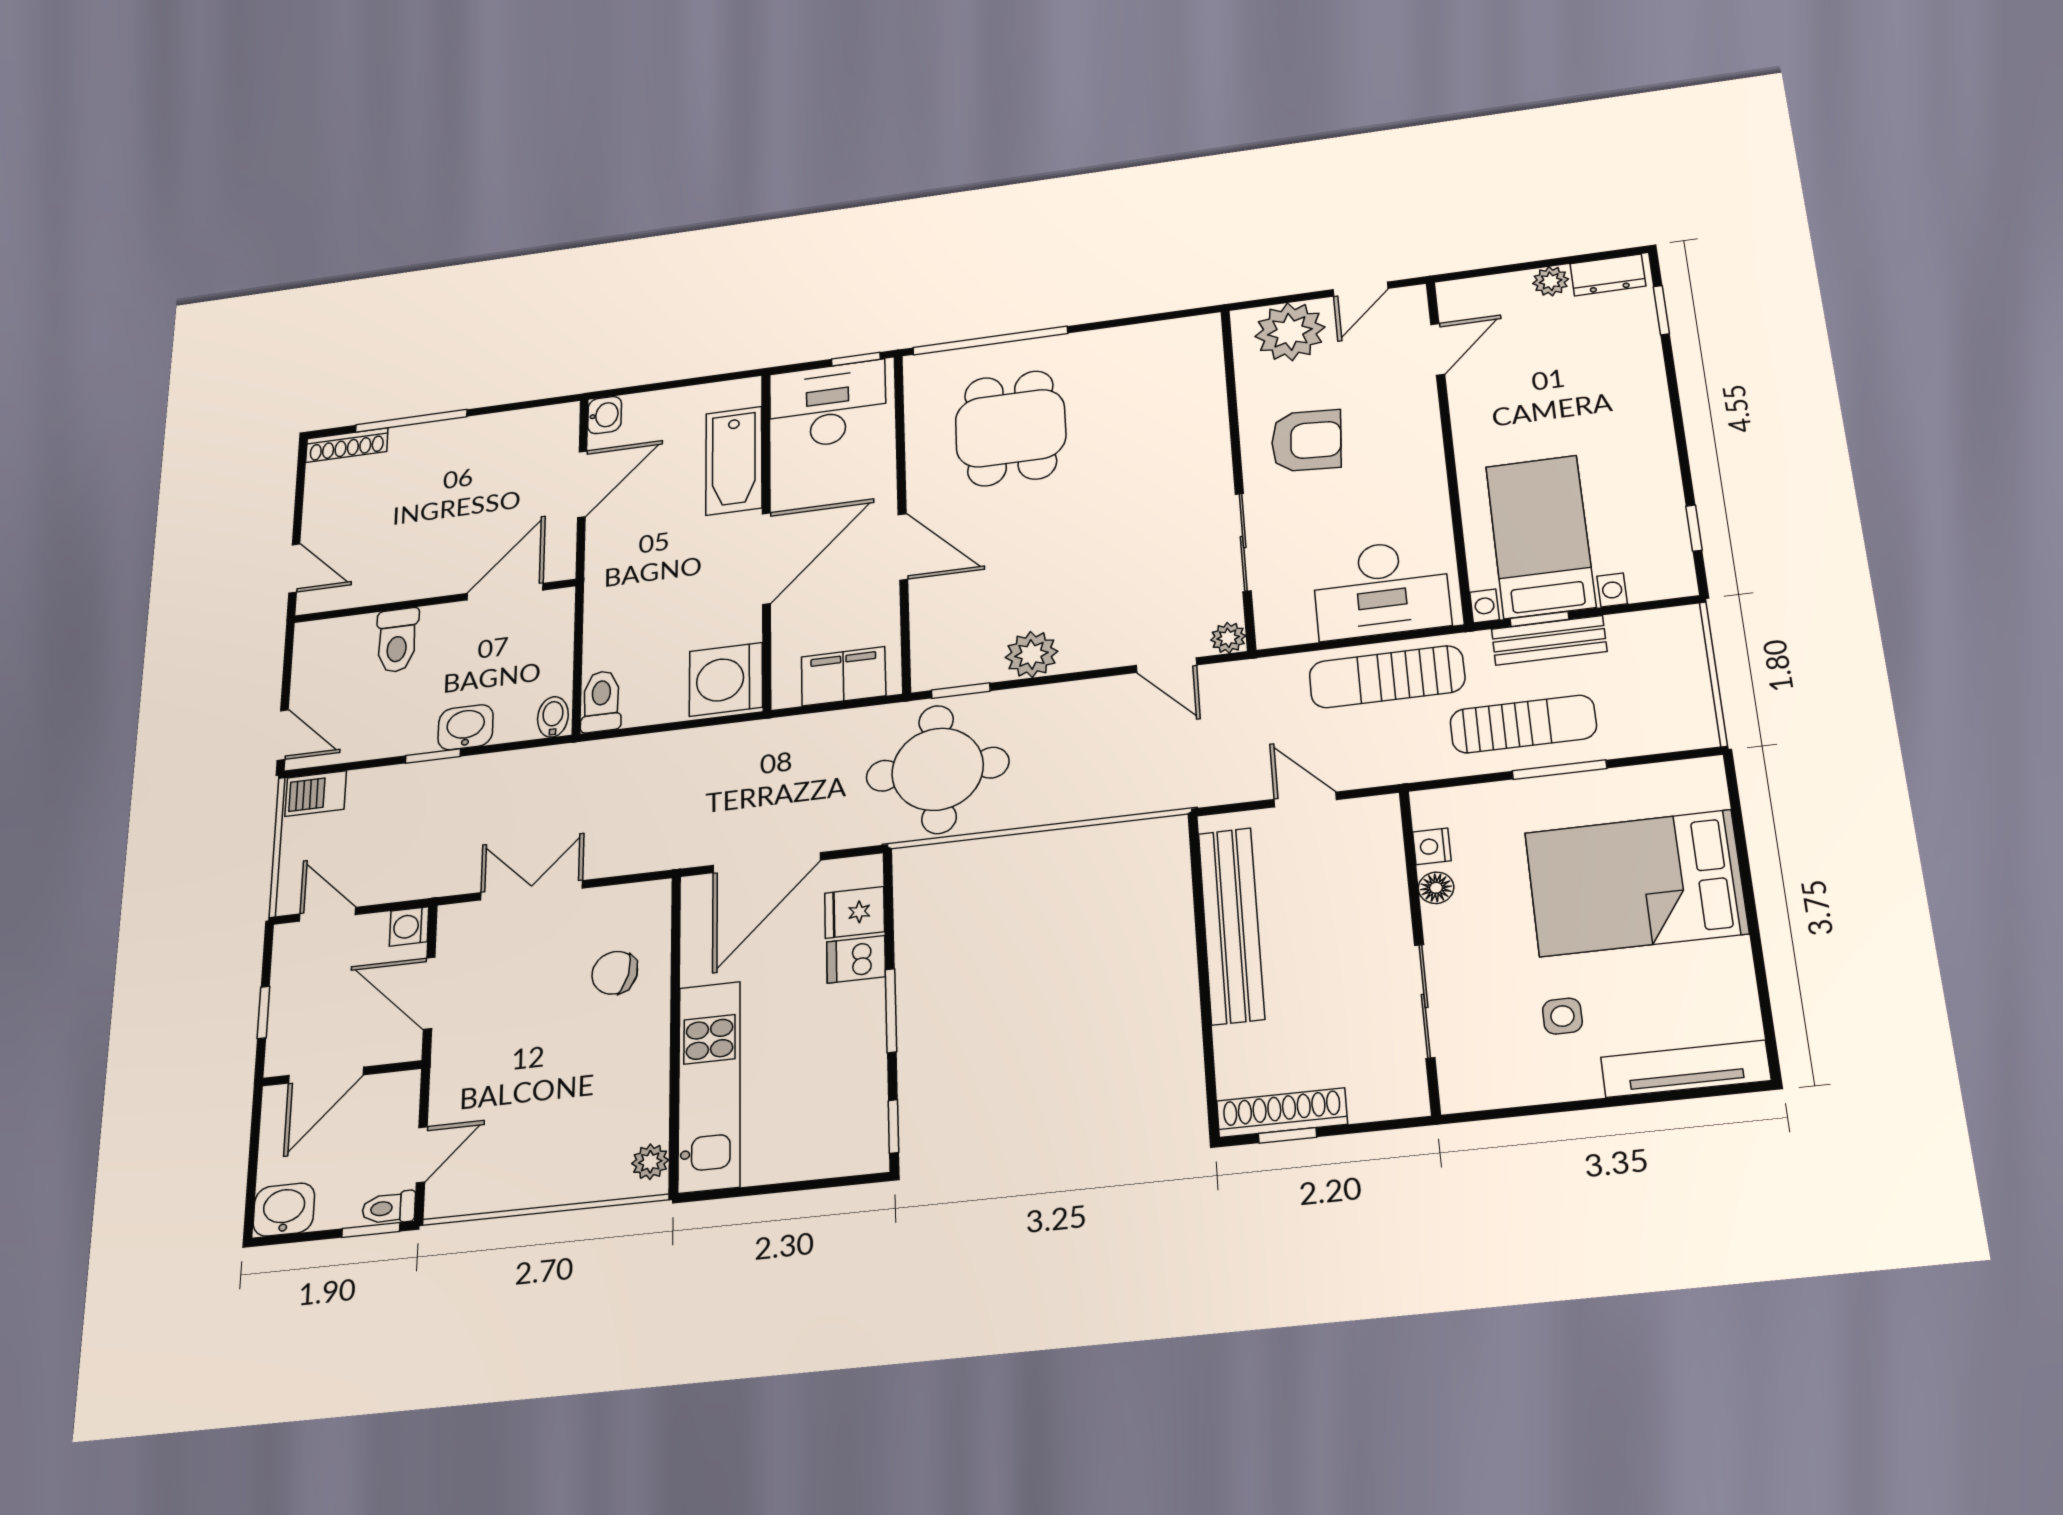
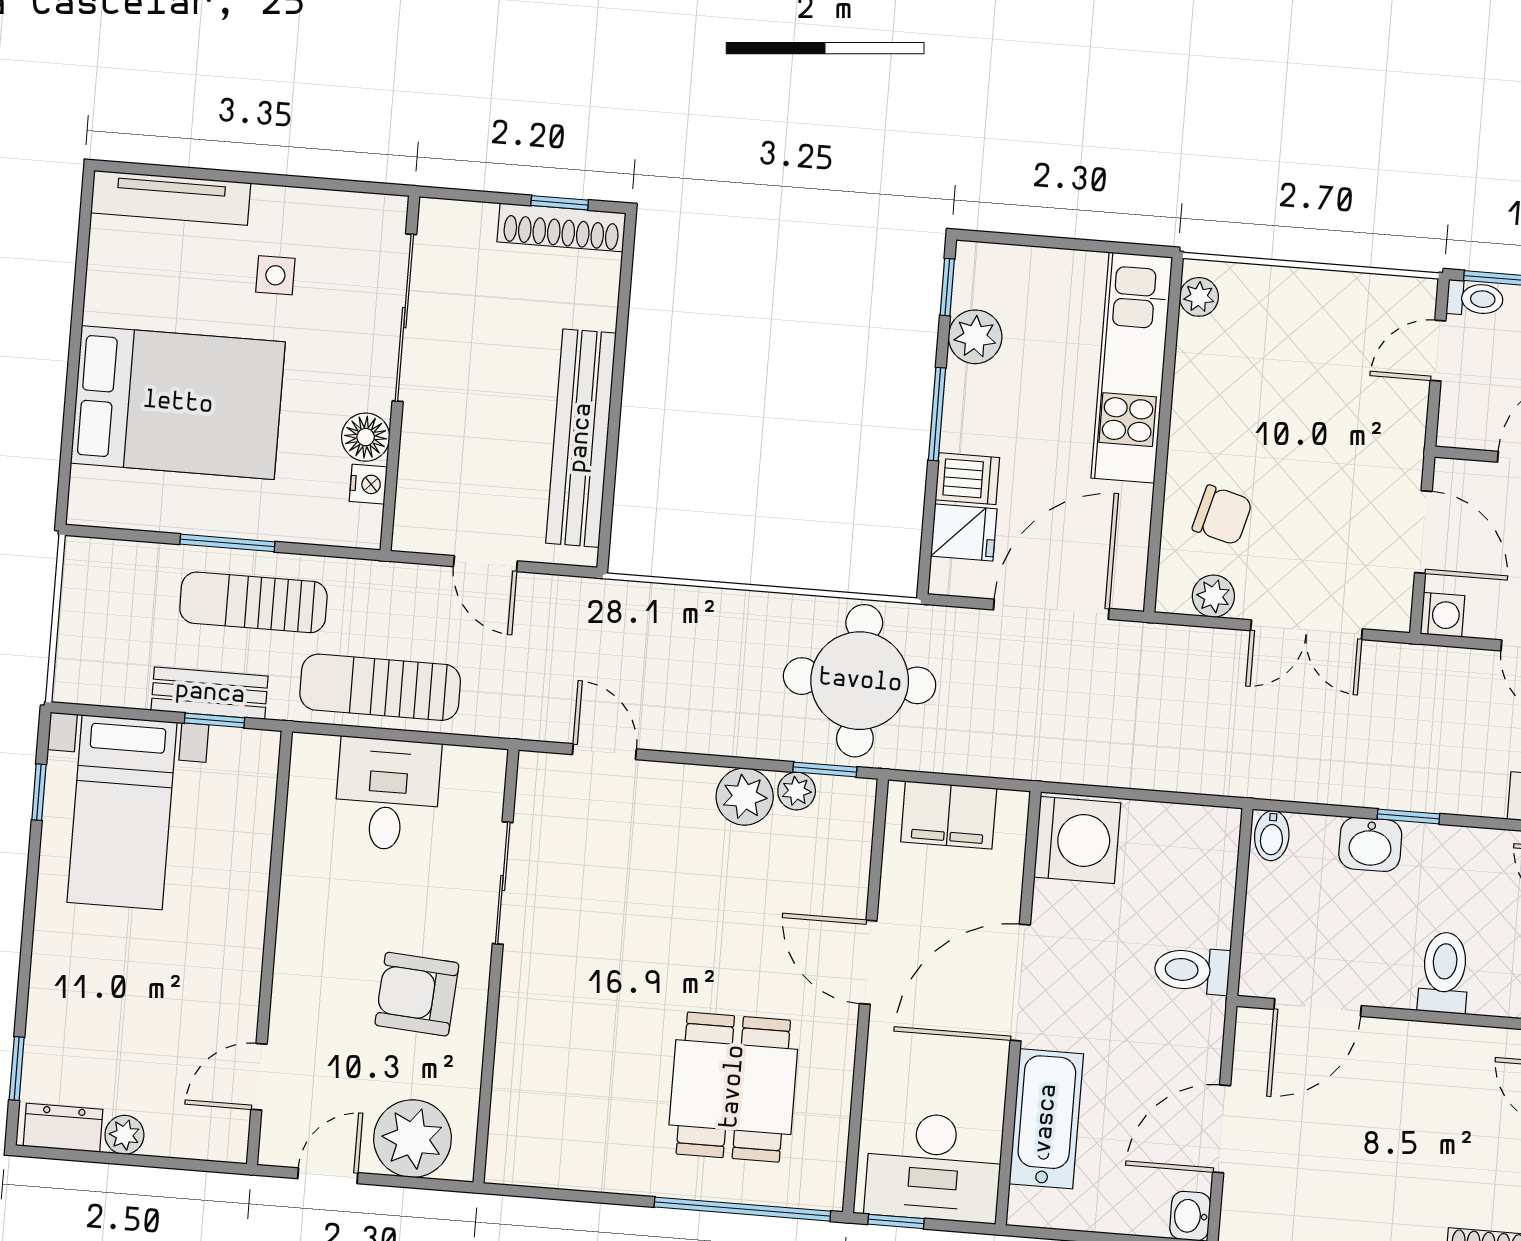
bed with nightstands: (1540, 537) -> (122, 812), moved
desk: (1381, 589) -> (387, 794), width x0.73
plant: (1228, 638) -> (797, 791), moved
sun lounger: (1387, 677) -> (380, 687), turned 180
toilet: (601, 701) -> (1192, 970), moved, turned 90
floor lamp: (1436, 888) -> (366, 437), width x1.37, depth x1.37
plant: (618, 902) -> (1213, 596), added
sliding door: (1425, 1001) -> (404, 318), width x1.37
plant: (862, 1086) -> (975, 337), added

